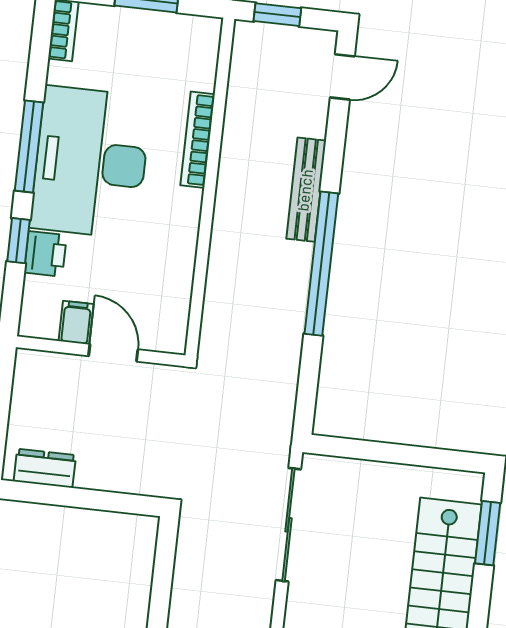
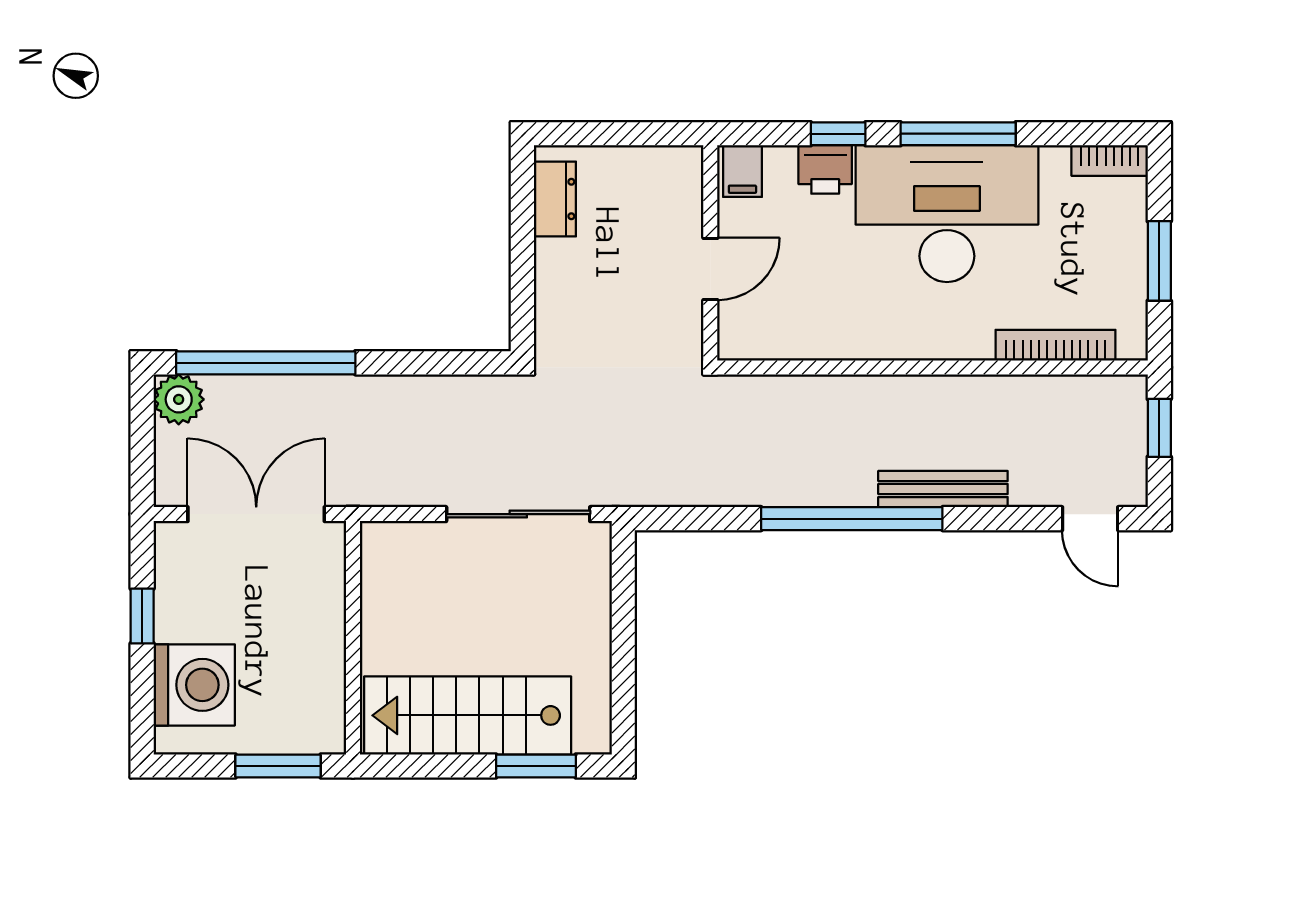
bookcase: (198, 140) -> (1056, 345), moved
filing cabinet: (76, 323) -> (742, 171), moved, turned 90

